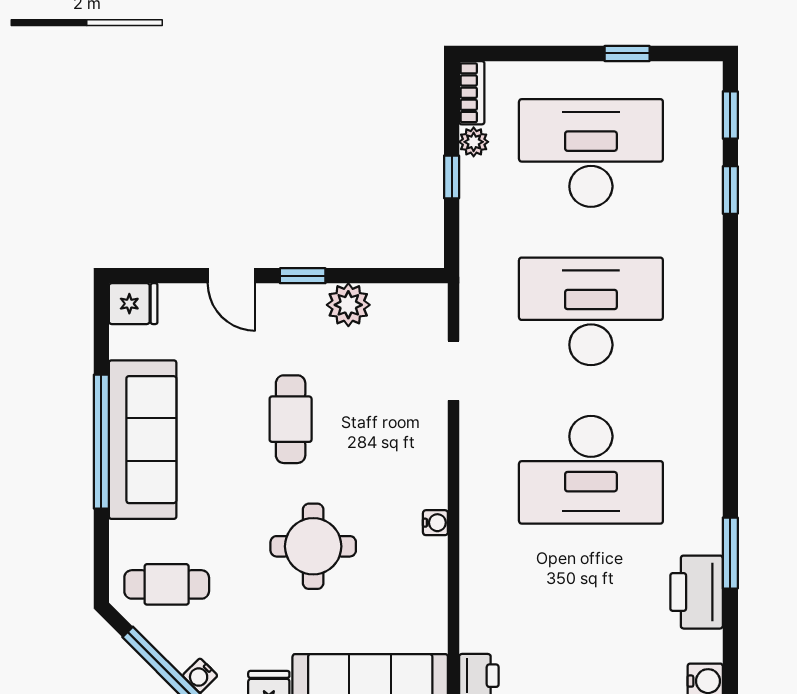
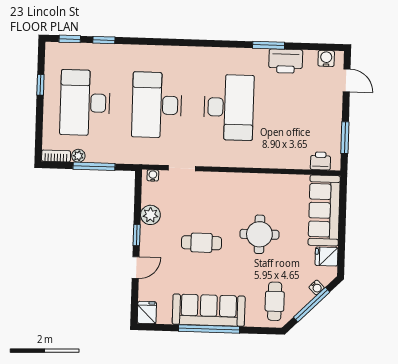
window: (452, 177) -> (94, 166), width x2.17
water cooler: (435, 523) -> (153, 175), moved

